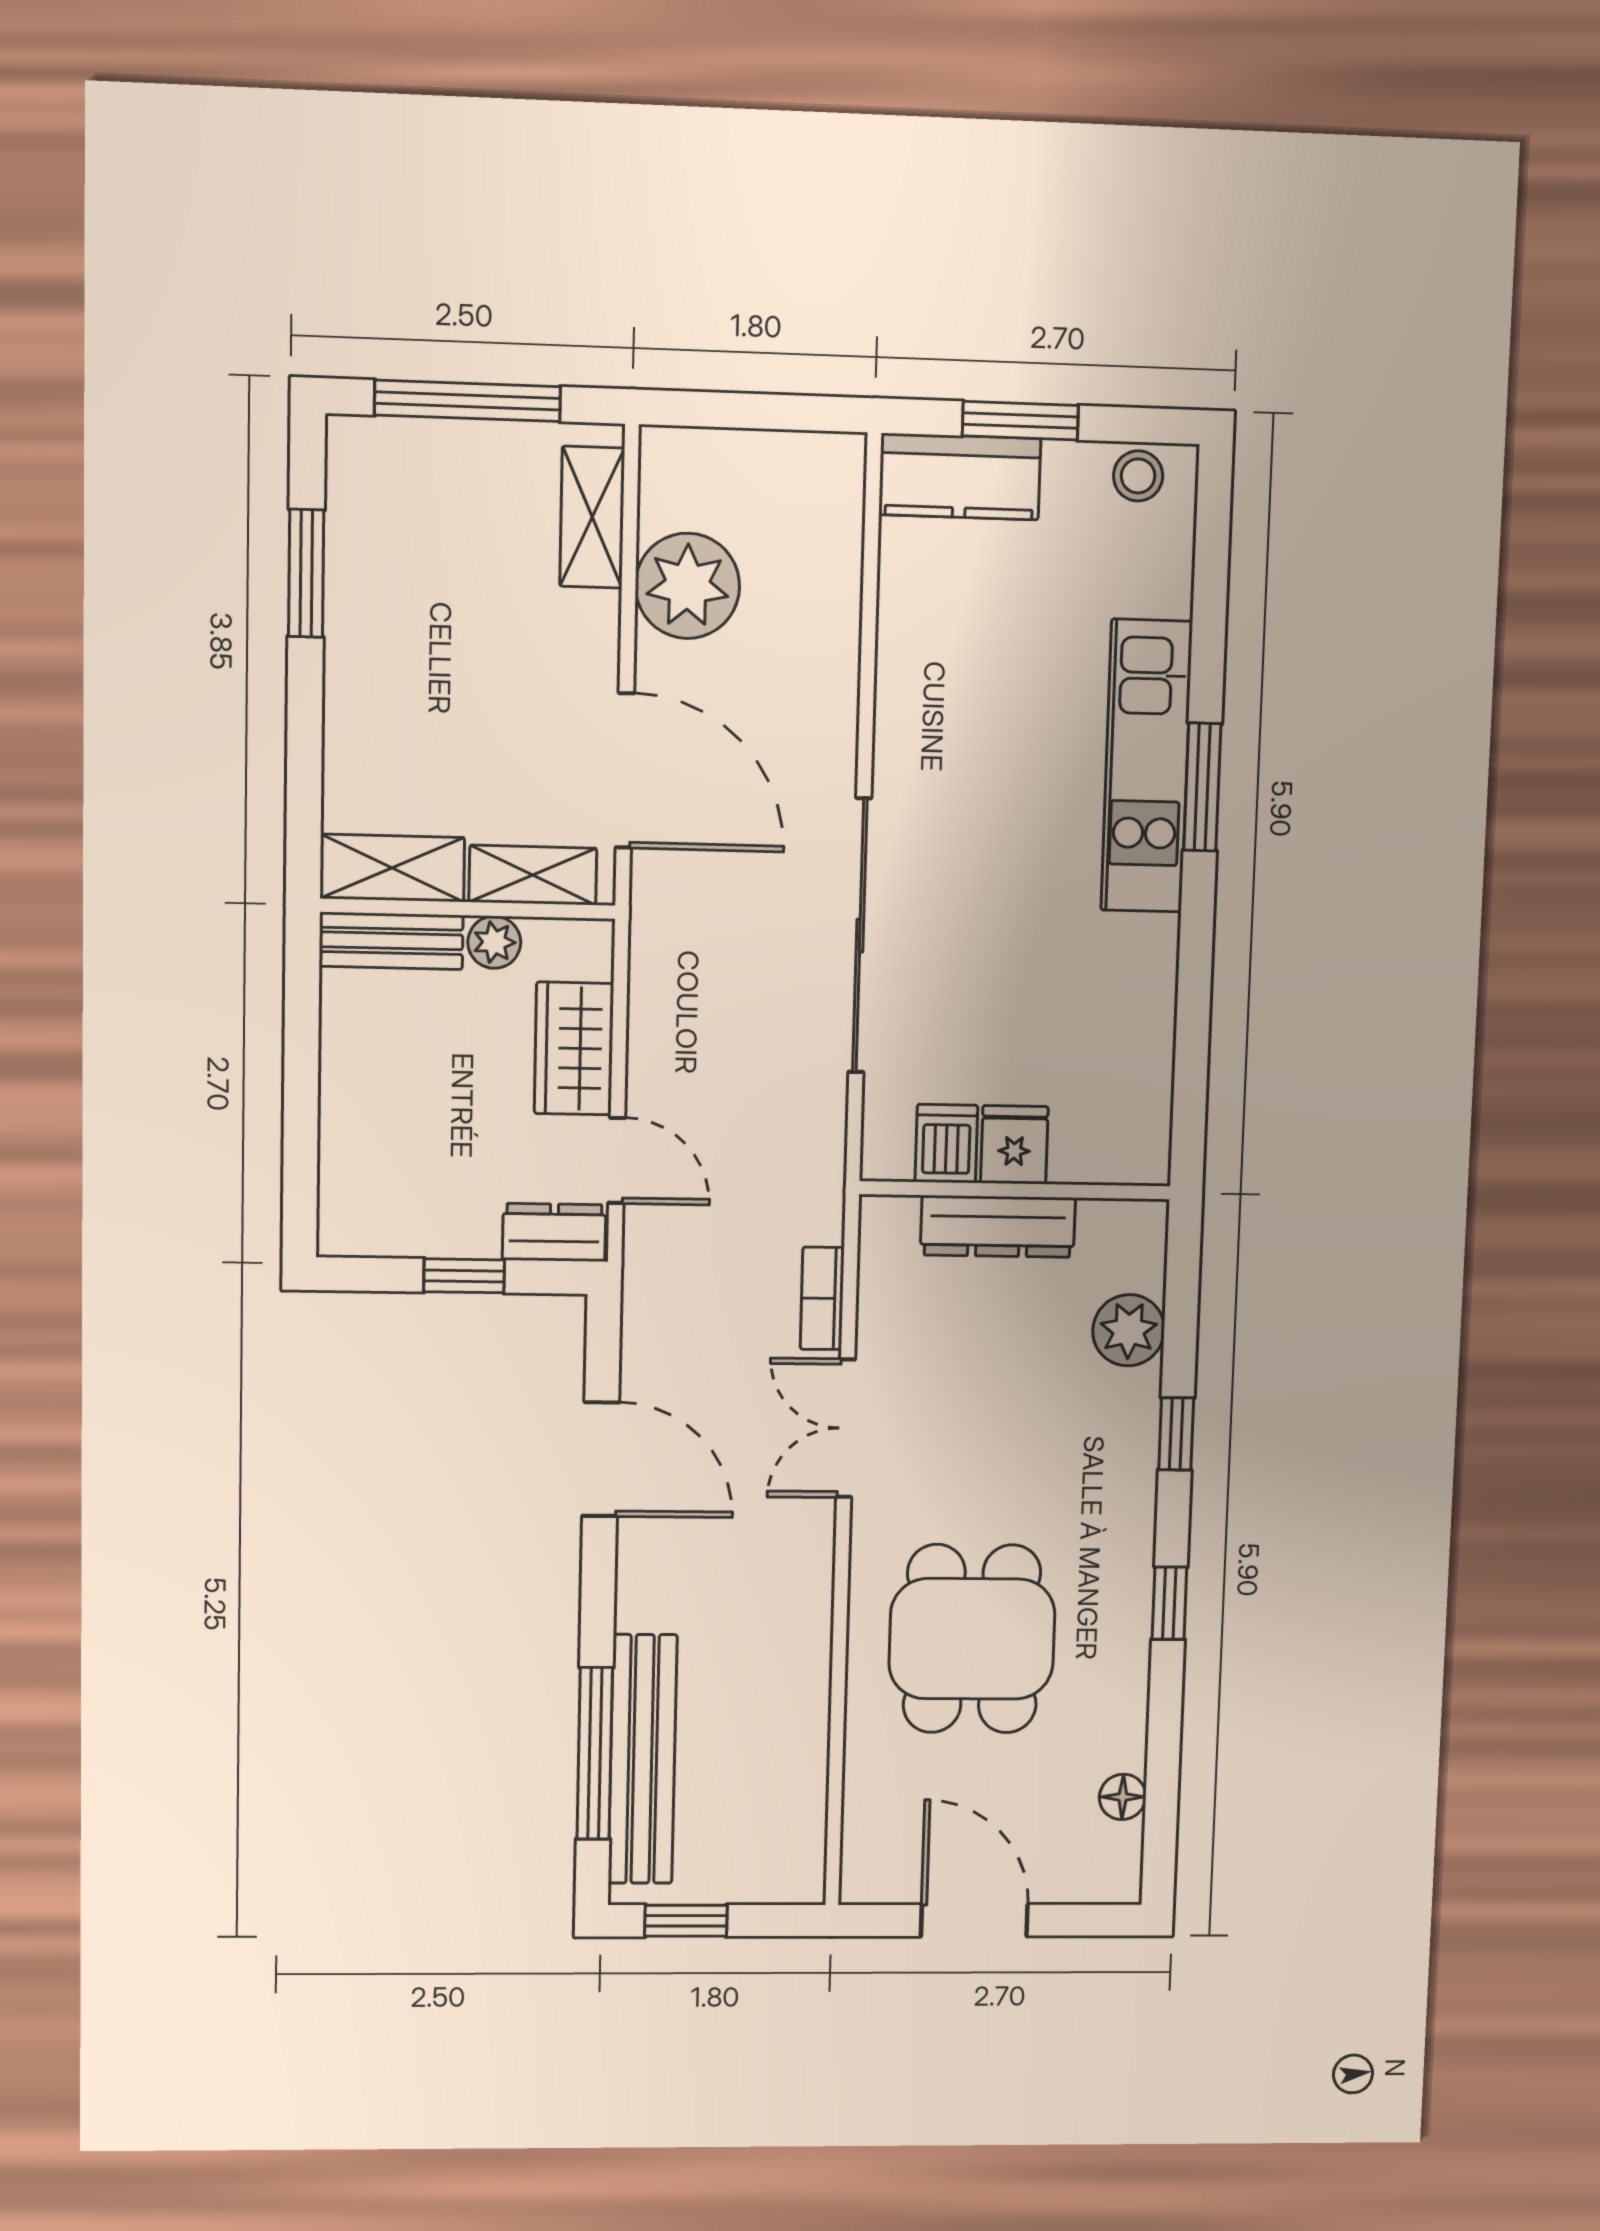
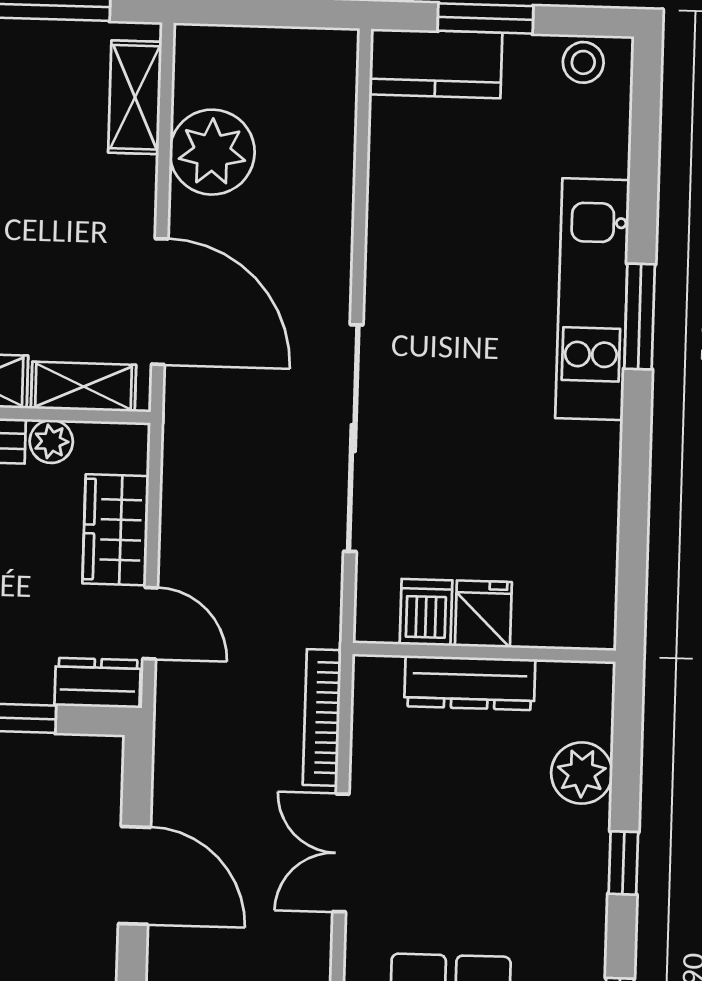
bookcase: (822, 1298) -> (322, 717), width x1.56

